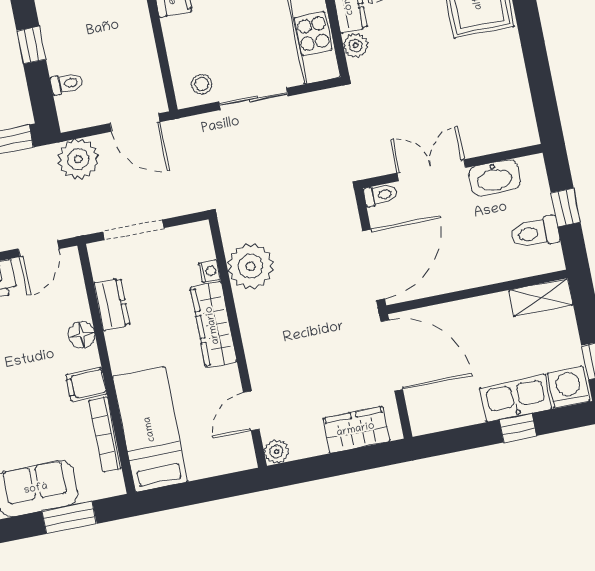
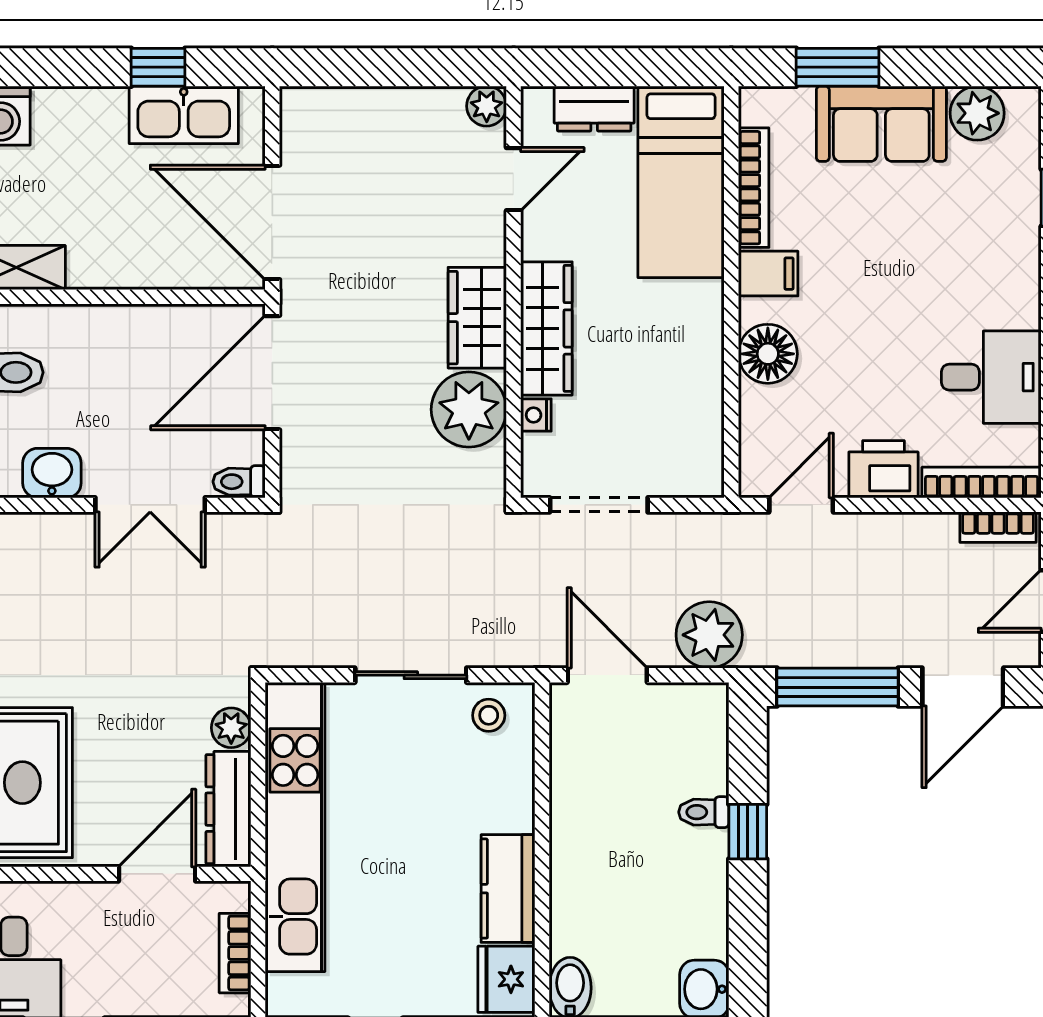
toilet: (67, 84) -> (704, 812), moved
washbasin: (495, 178) -> (52, 473), width x0.72
doorway: (133, 230) -> (599, 505), moved
dresser: (112, 304) -> (594, 109), moved, turned -90
floor lamp: (82, 335) -> (768, 354), width x1.38, depth x1.38
kitchen sink: (516, 398) -> (184, 115), moved
window: (518, 428) -> (158, 67), moved
wardrobe: (356, 430) -> (477, 318), moved, turned 90

